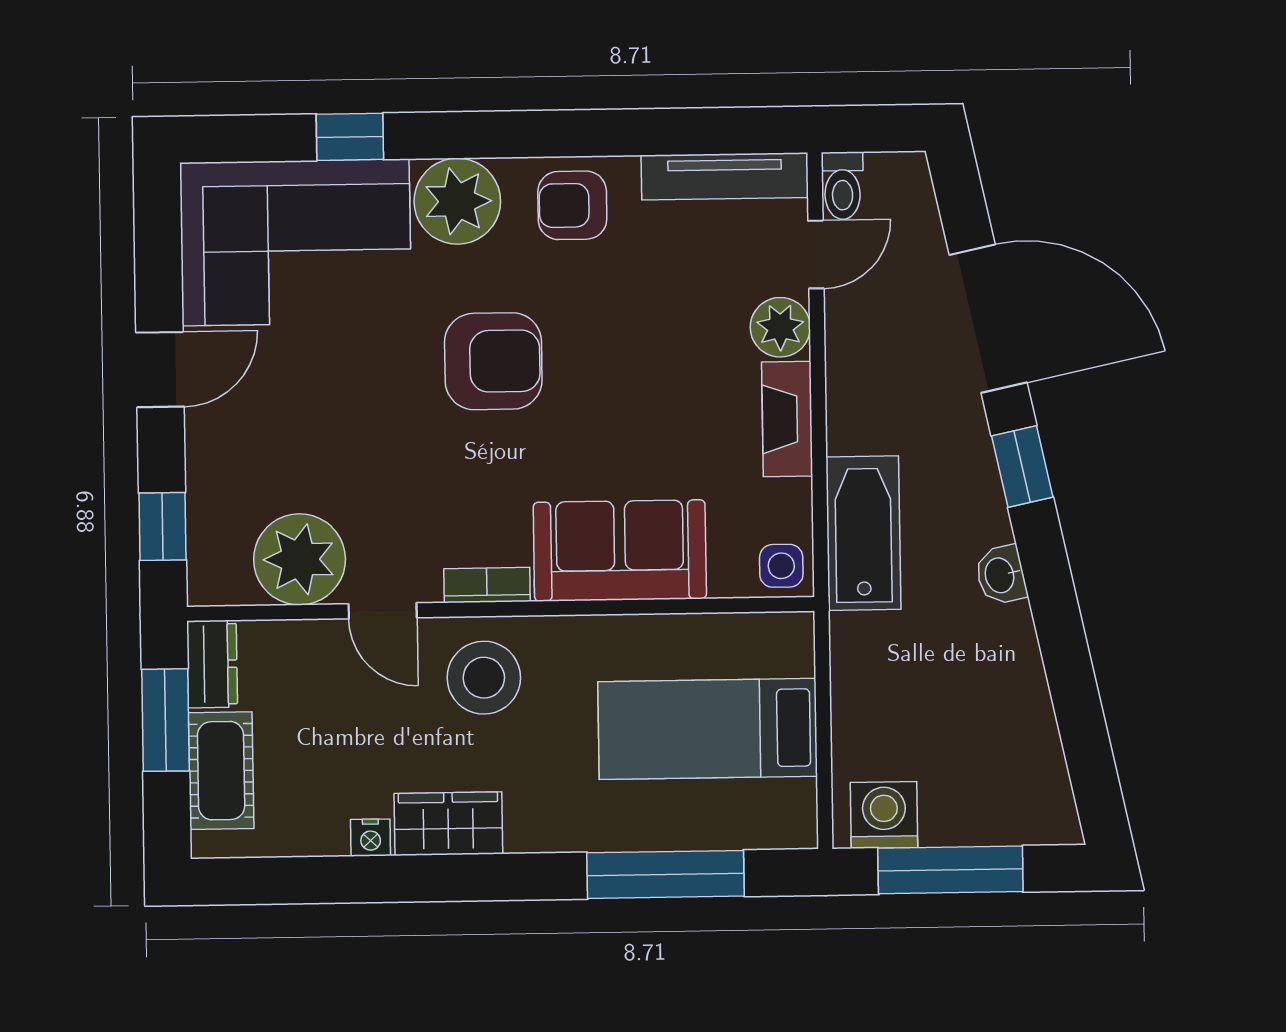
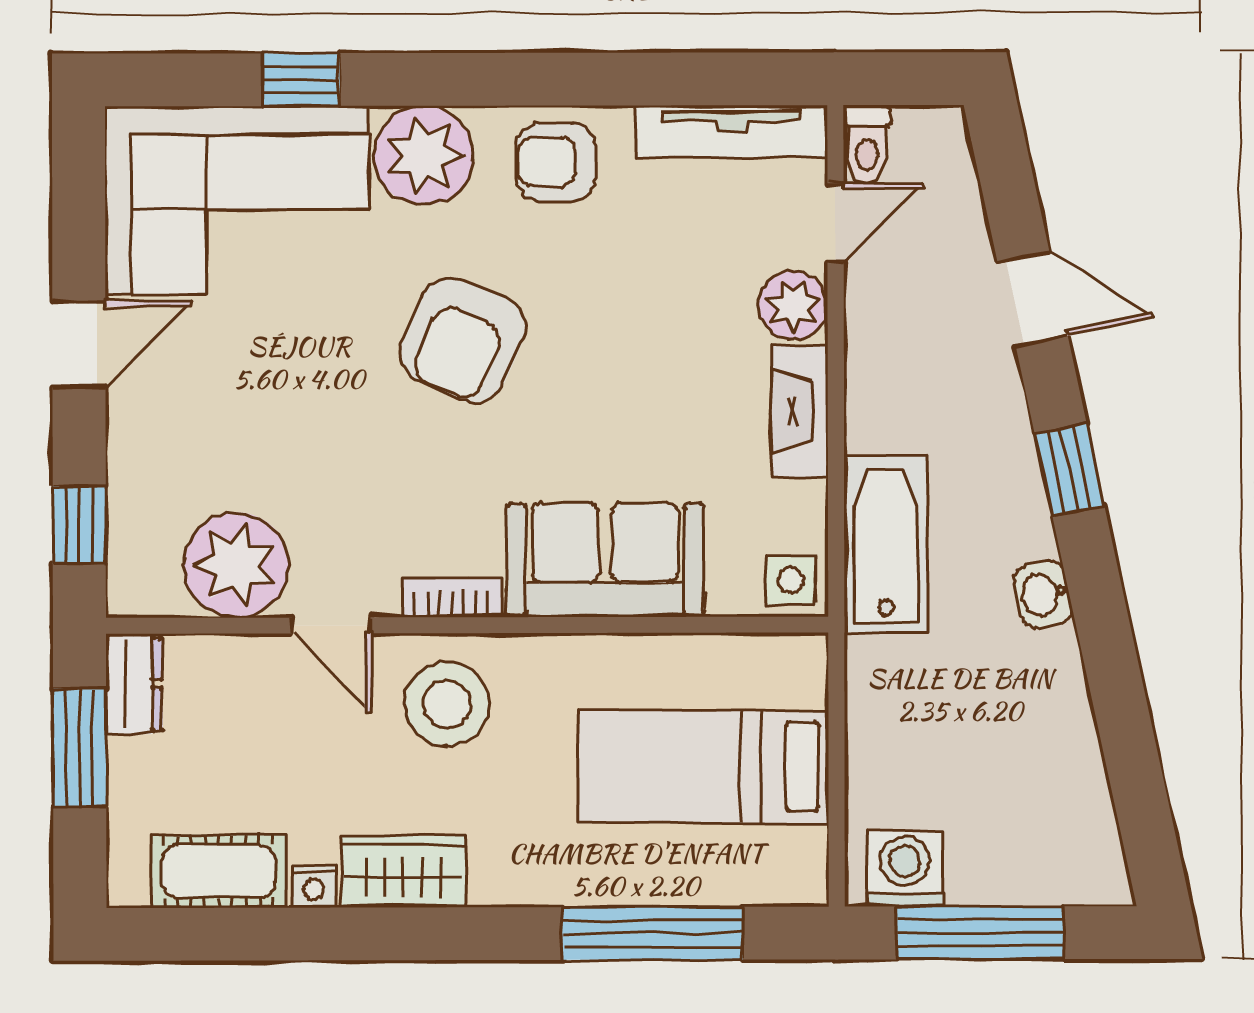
door: (988, 319) -> (1033, 299), width x0.53
armchair: (493, 361) -> (463, 340), turned 114
cot: (221, 771) -> (218, 871), moved, turned 90

